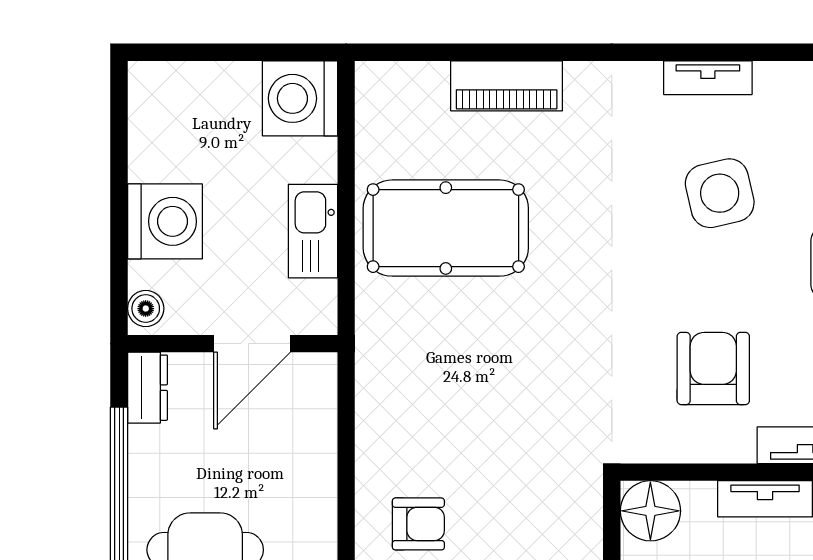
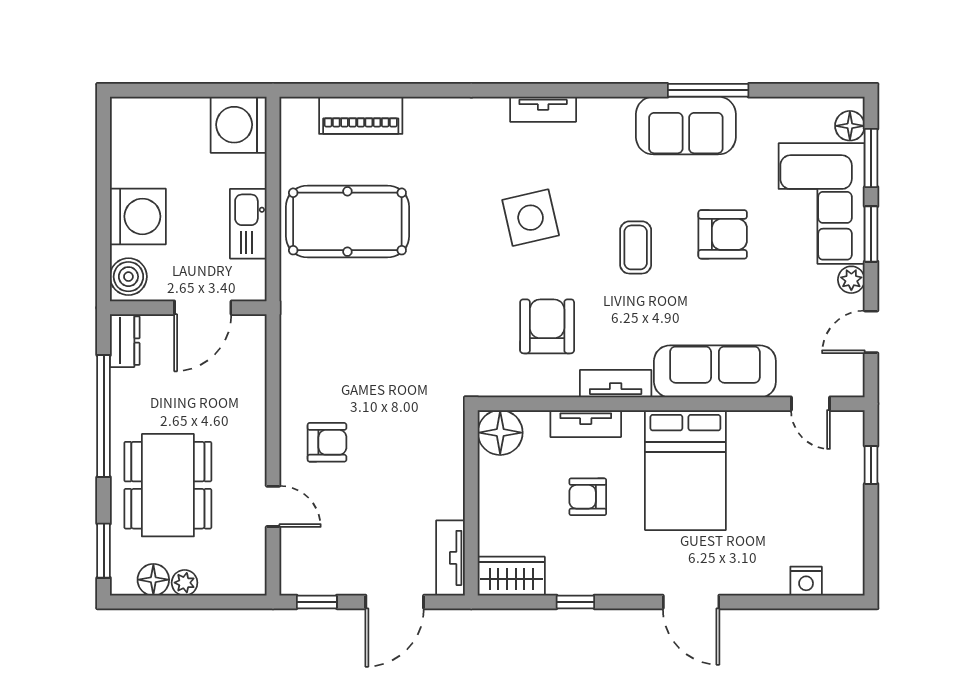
piano: (507, 86) -> (361, 115), moved
side table: (720, 193) -> (531, 218), moved
boiler: (146, 309) -> (128, 277), width x1.36, depth x1.36

